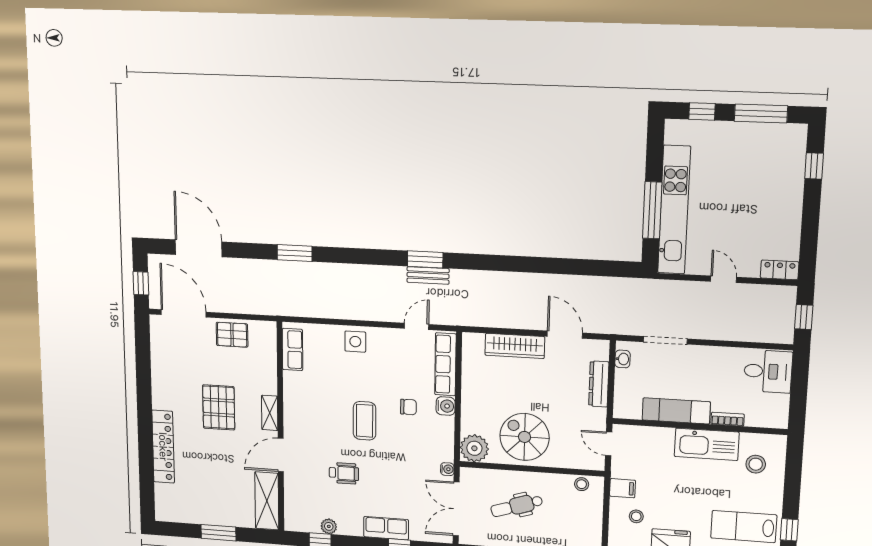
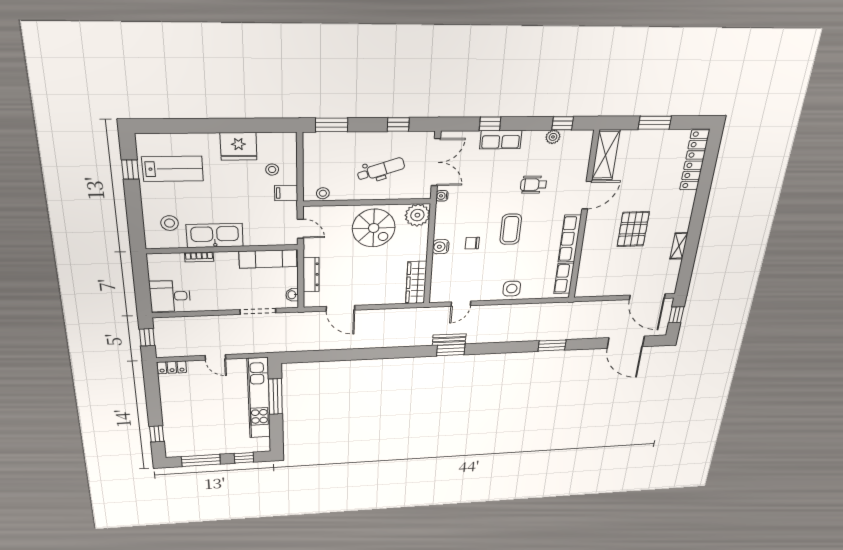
pallet: (232, 335) -> (611, 285), removed
wardrobe: (515, 346) -> (416, 283), moved, turned -90
row of seats: (445, 364) -> (570, 239), moved, turned 180
exam couch: (676, 411) -> (268, 259), moved
shelving: (270, 413) -> (679, 246), moved
locker: (163, 447) -> (695, 160), moved

